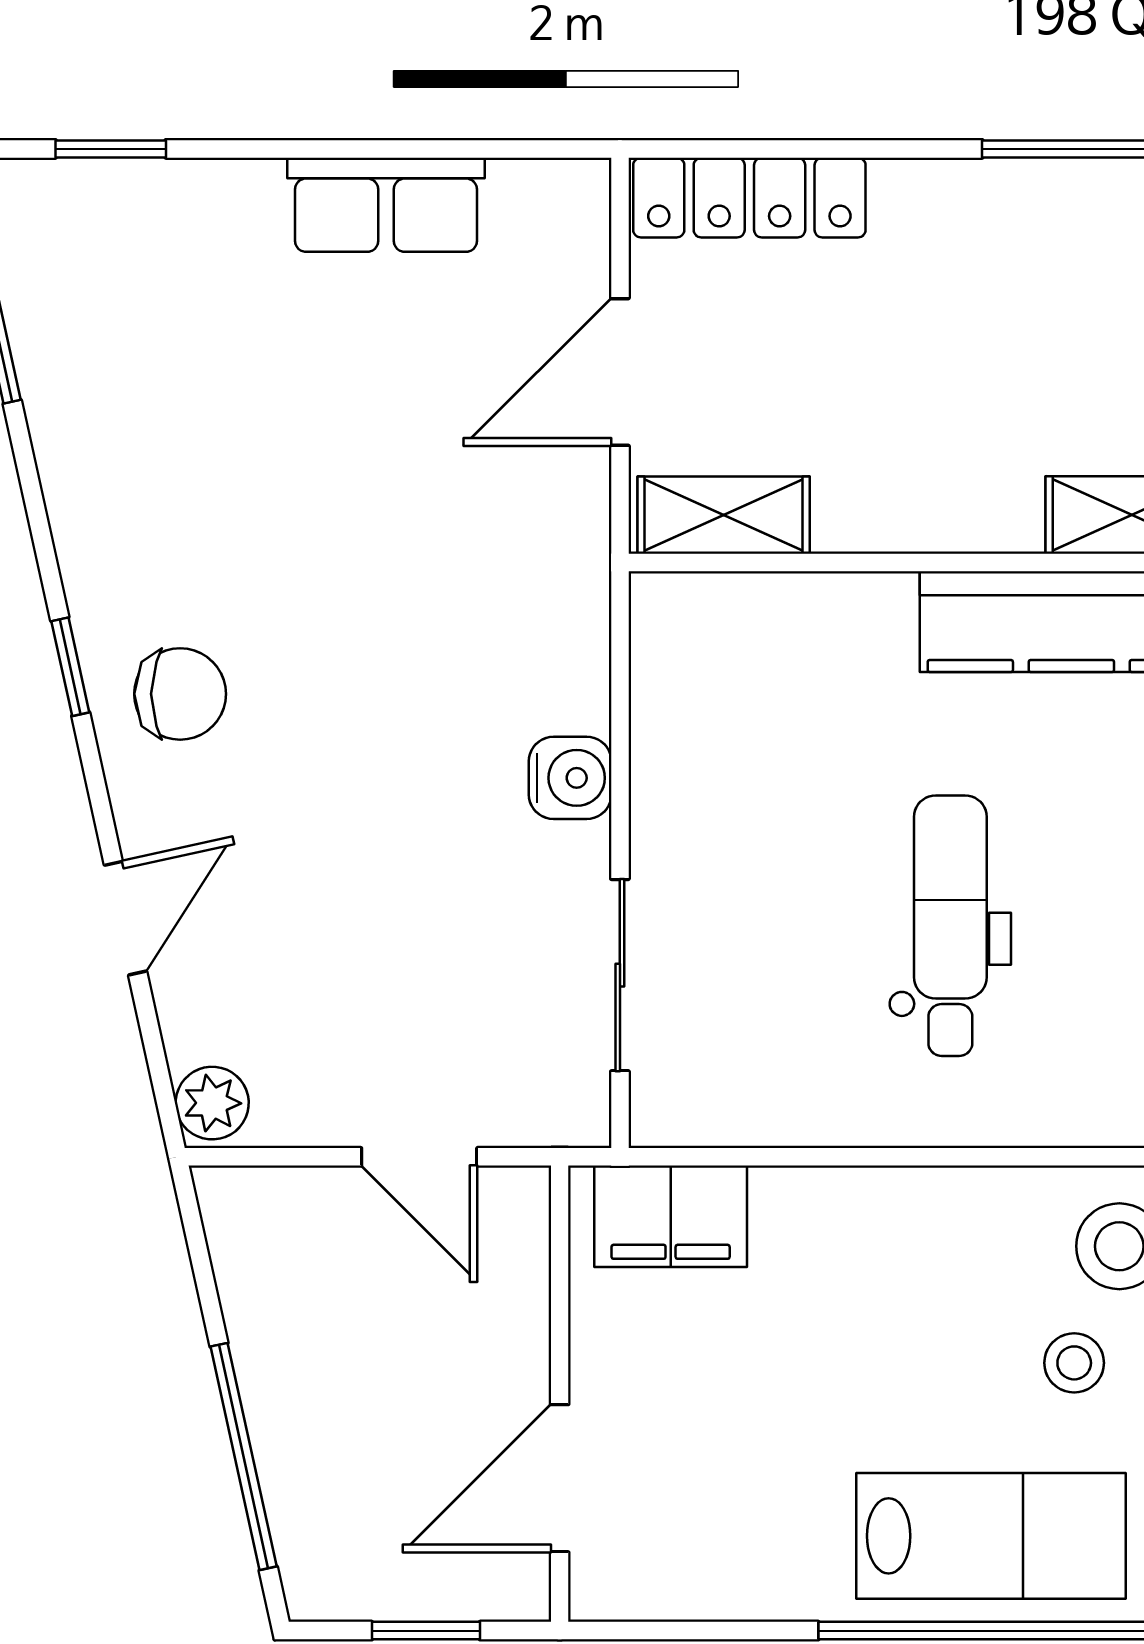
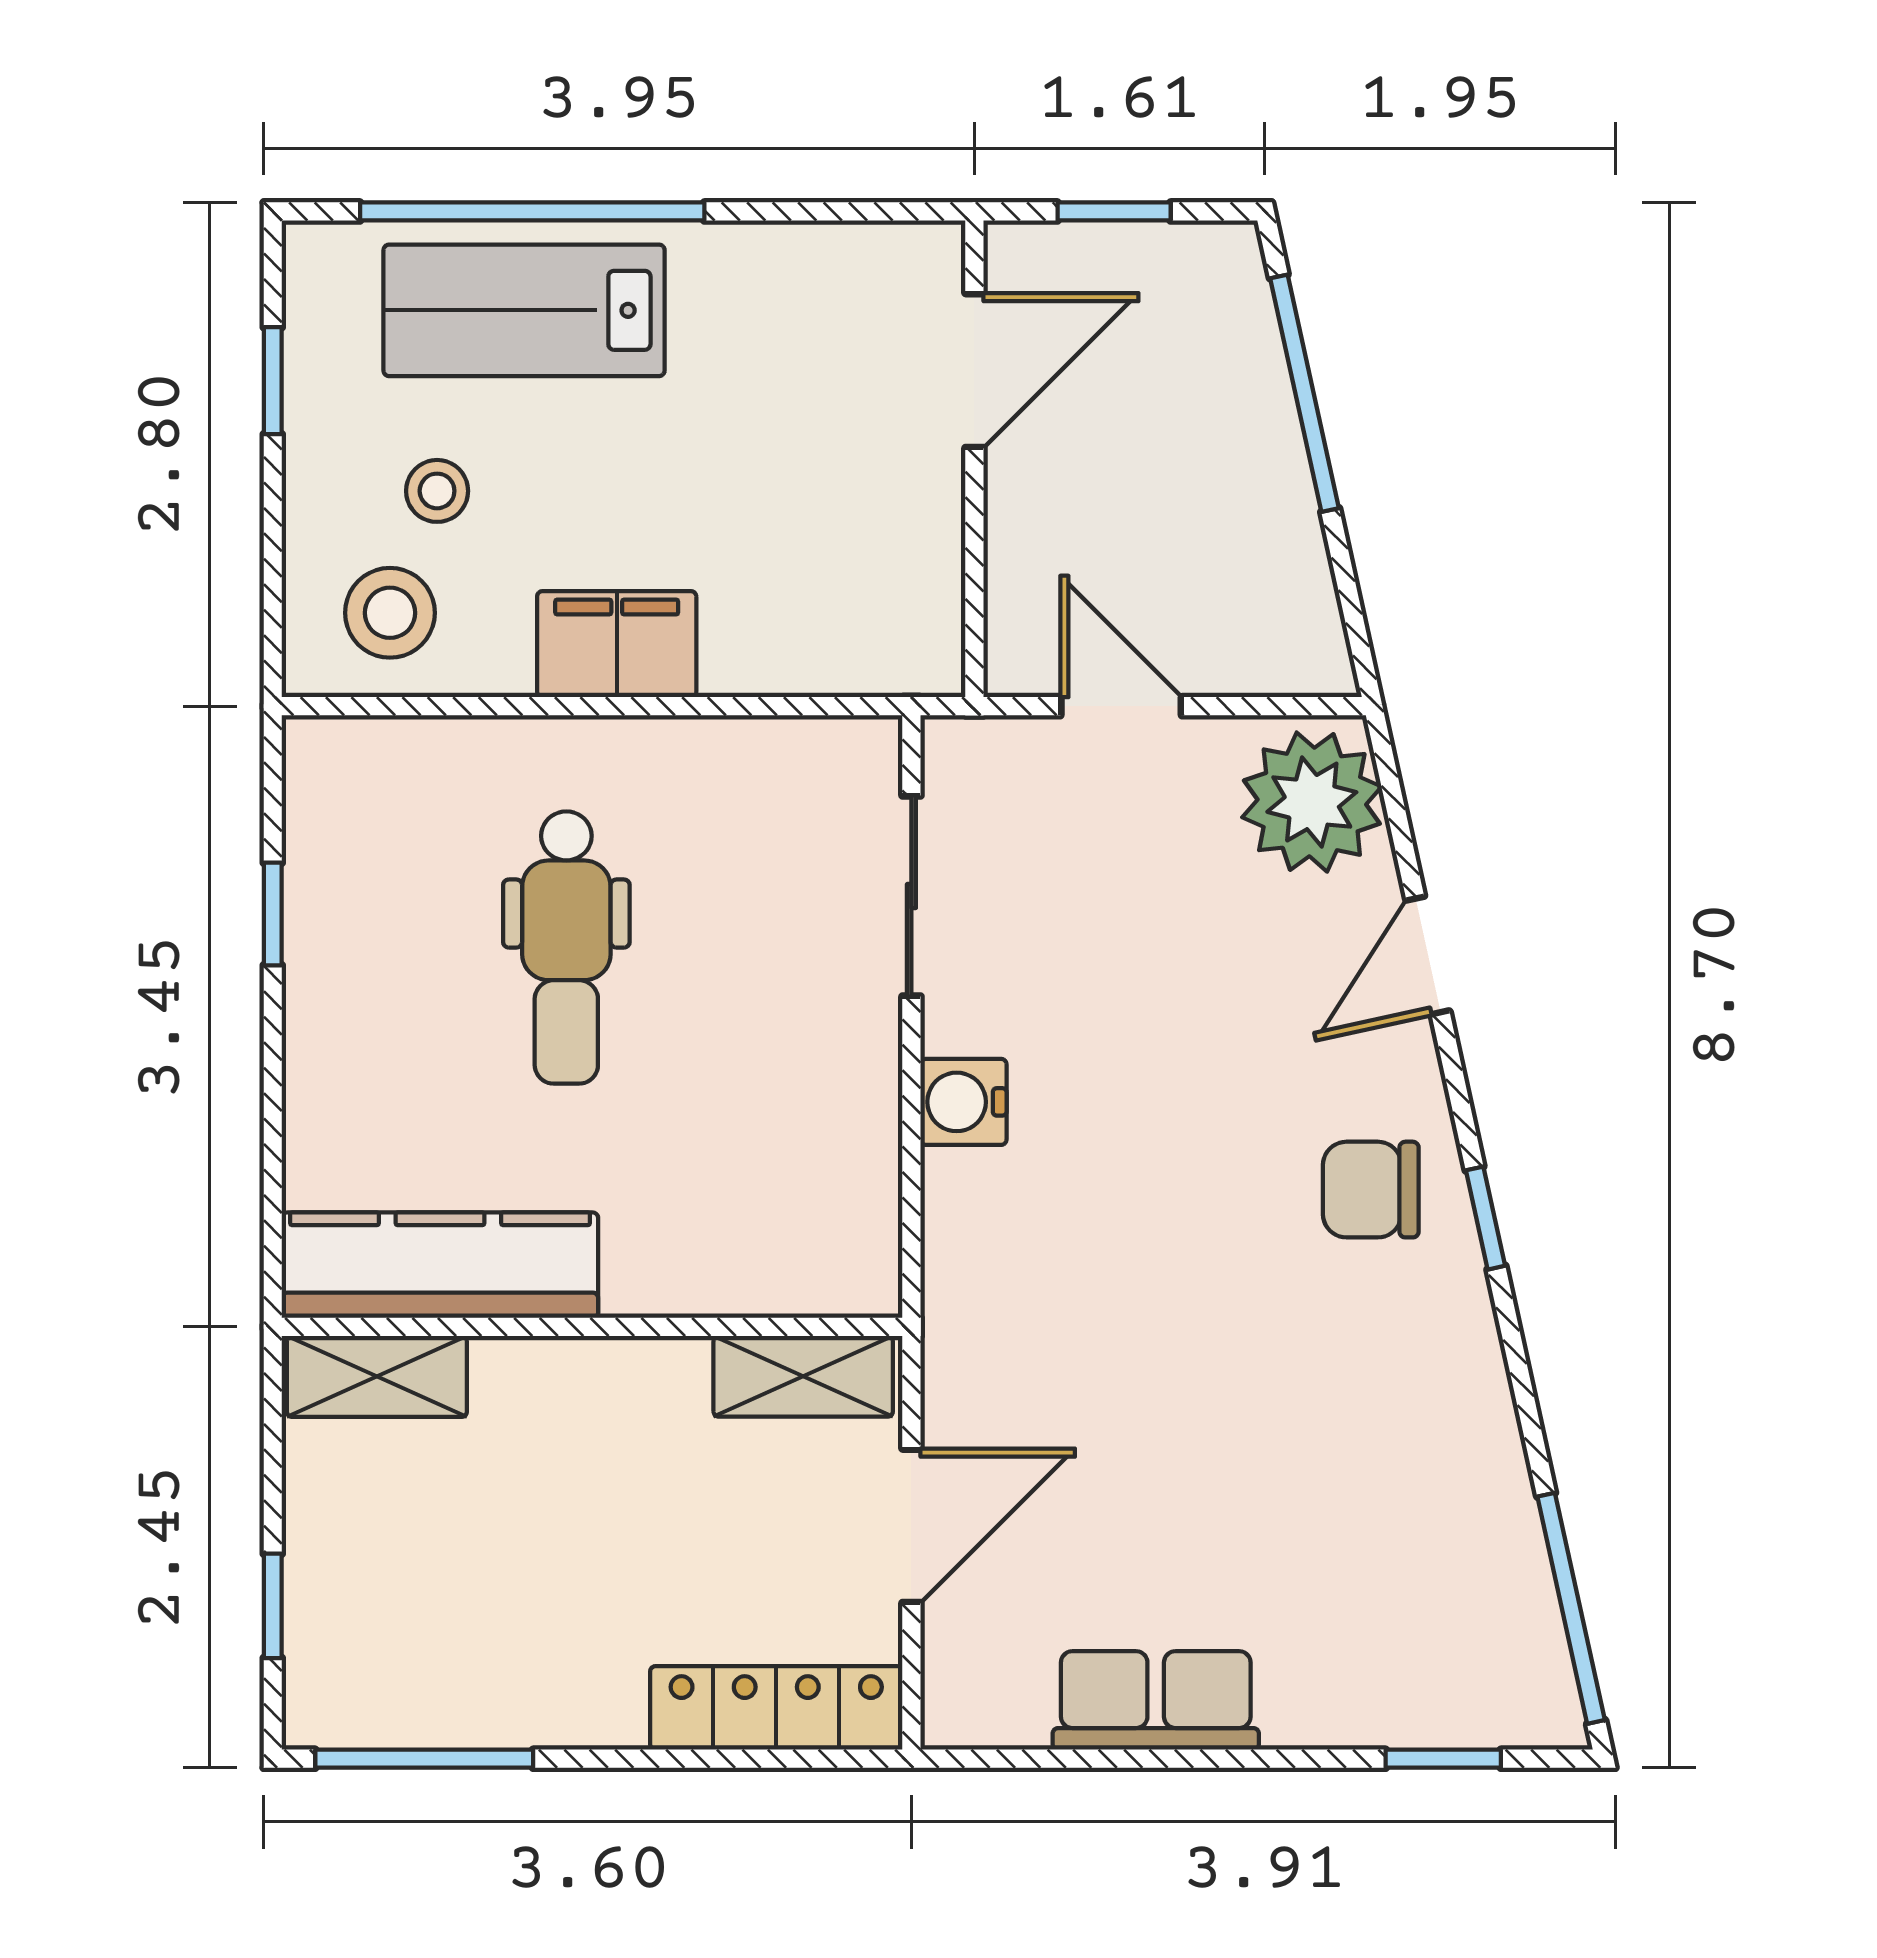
plant: (212, 1103) -> (1312, 802), width x1.88, depth x1.88
filing cabinet: (671, 1216) -> (617, 644), moved

